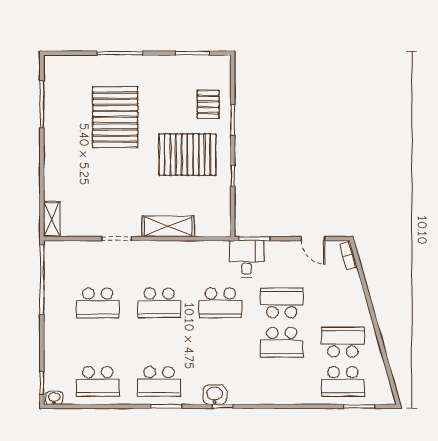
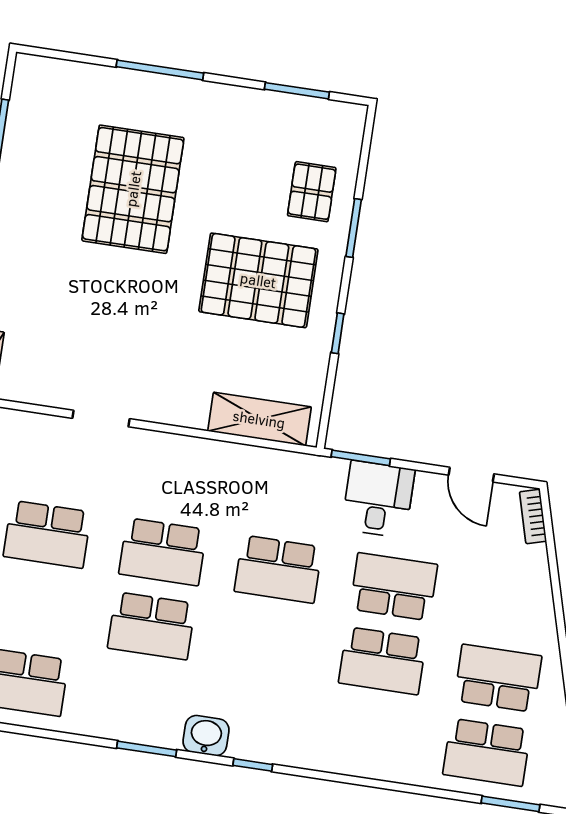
shelving: (168, 226) -> (259, 419), moved
desk: (246, 259) -> (378, 499), moved
school desk: (159, 381) -> (151, 626), moved
washbasin: (215, 395) -> (206, 736), moved

